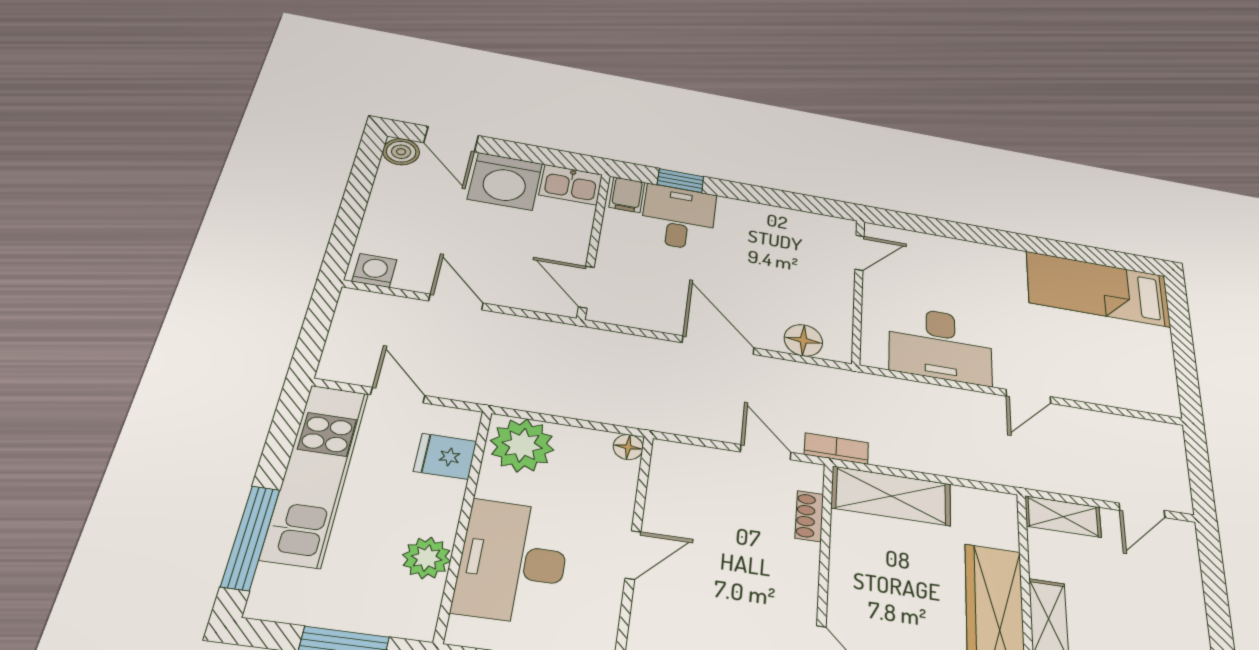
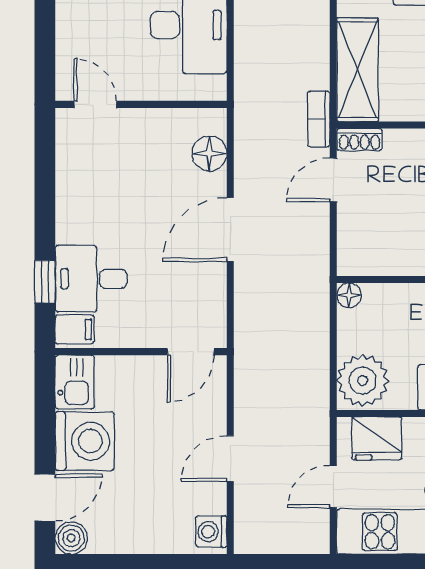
fridge: (445, 456) -> (377, 438), width x1.38
shoe rack: (809, 516) -> (360, 140), moved

